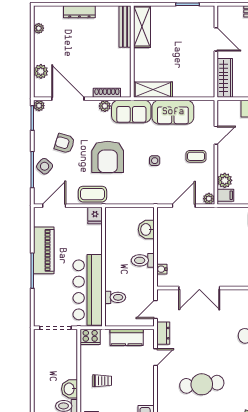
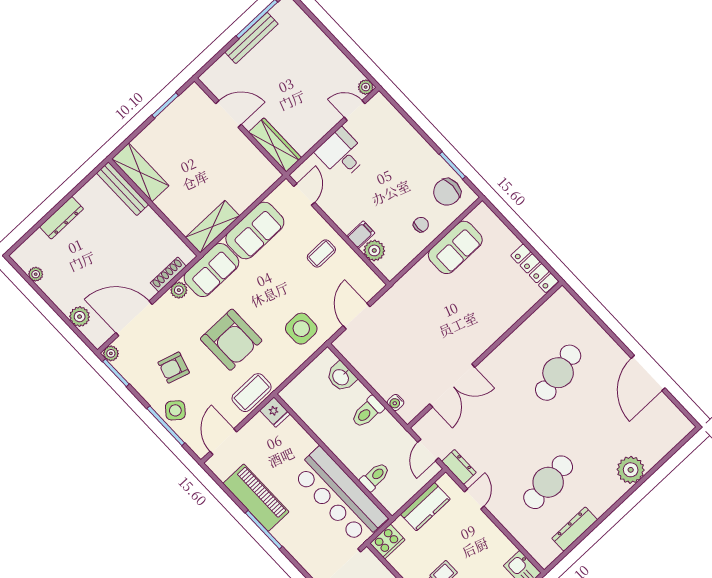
door: (216, 135) -> (304, 194), moved
side table: (155, 161) -> (301, 329), moved, width x1.87, depth x1.87
filing cabinet: (225, 195) -> (361, 235), moved
plant: (209, 199) -> (376, 285), removed

